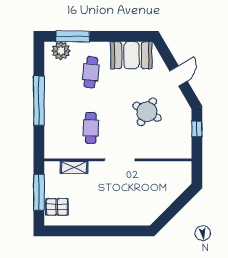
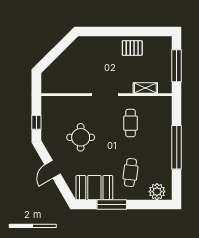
window: (73, 36) -> (112, 204), moved
round table: (147, 112) -> (81, 137), turned -30
pallet: (57, 207) -> (132, 48), moved

